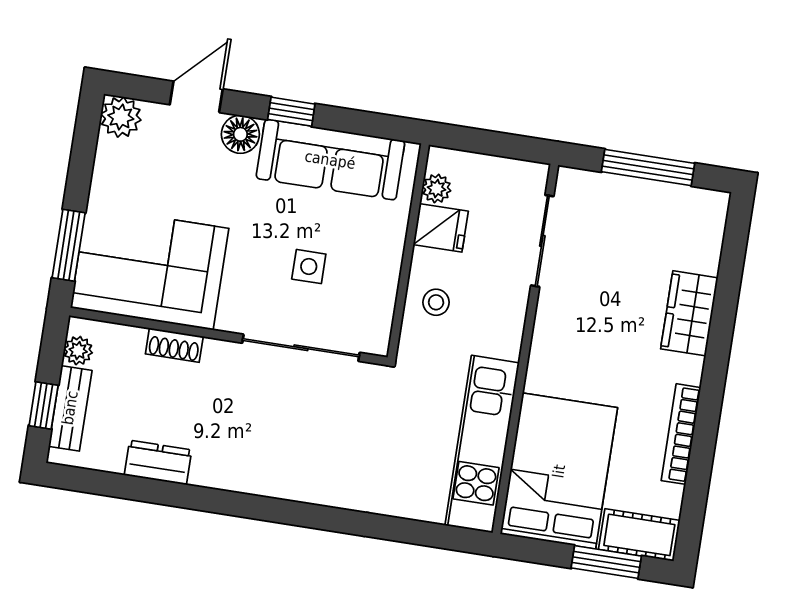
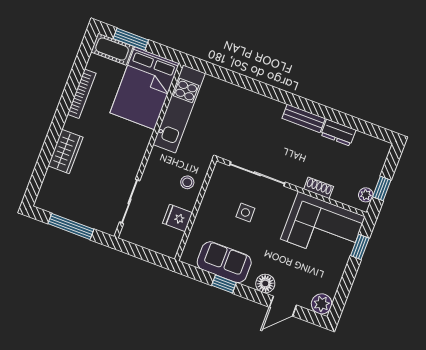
window: (291, 112) -> (224, 284), moved
sofa: (330, 160) -> (224, 262), width x0.73
plant: (437, 189) -> (176, 237), removed
window: (69, 245) -> (360, 247), width x0.67
window: (44, 405) -> (382, 188), moved
bench: (70, 408) -> (304, 118), moved, turned 90

